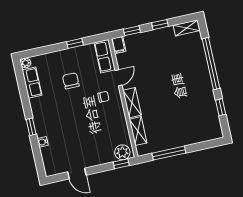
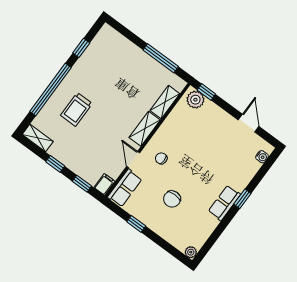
trolley: (183, 69) -> (76, 109), added
door: (119, 78) -> (133, 160), hinge flipped
row of seats: (32, 83) -> (224, 203), moved
water cooler: (43, 142) -> (262, 157), moved

